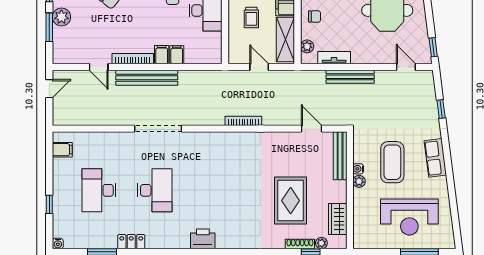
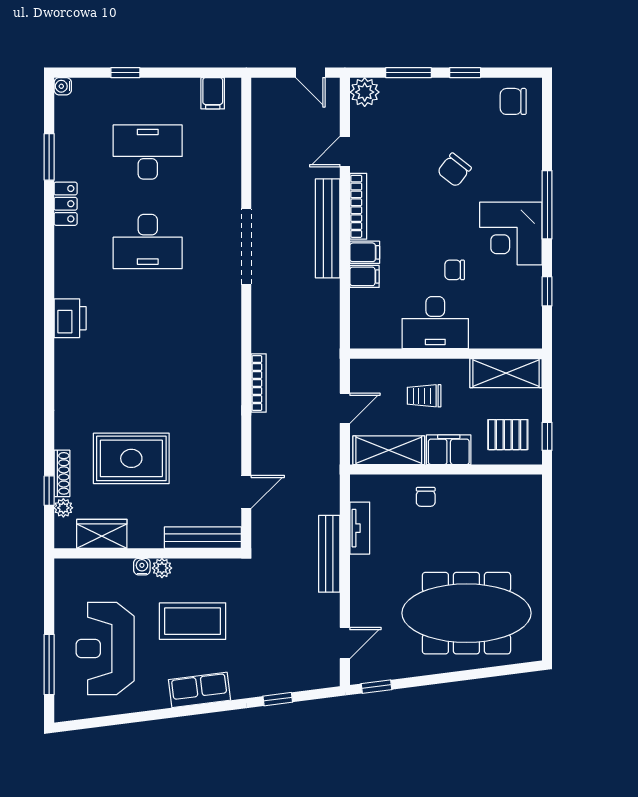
plant: (61, 17) -> (365, 92), moved
plant: (307, 46) -> (378, 485), removed
water cooler: (358, 169) -> (142, 567), moved

